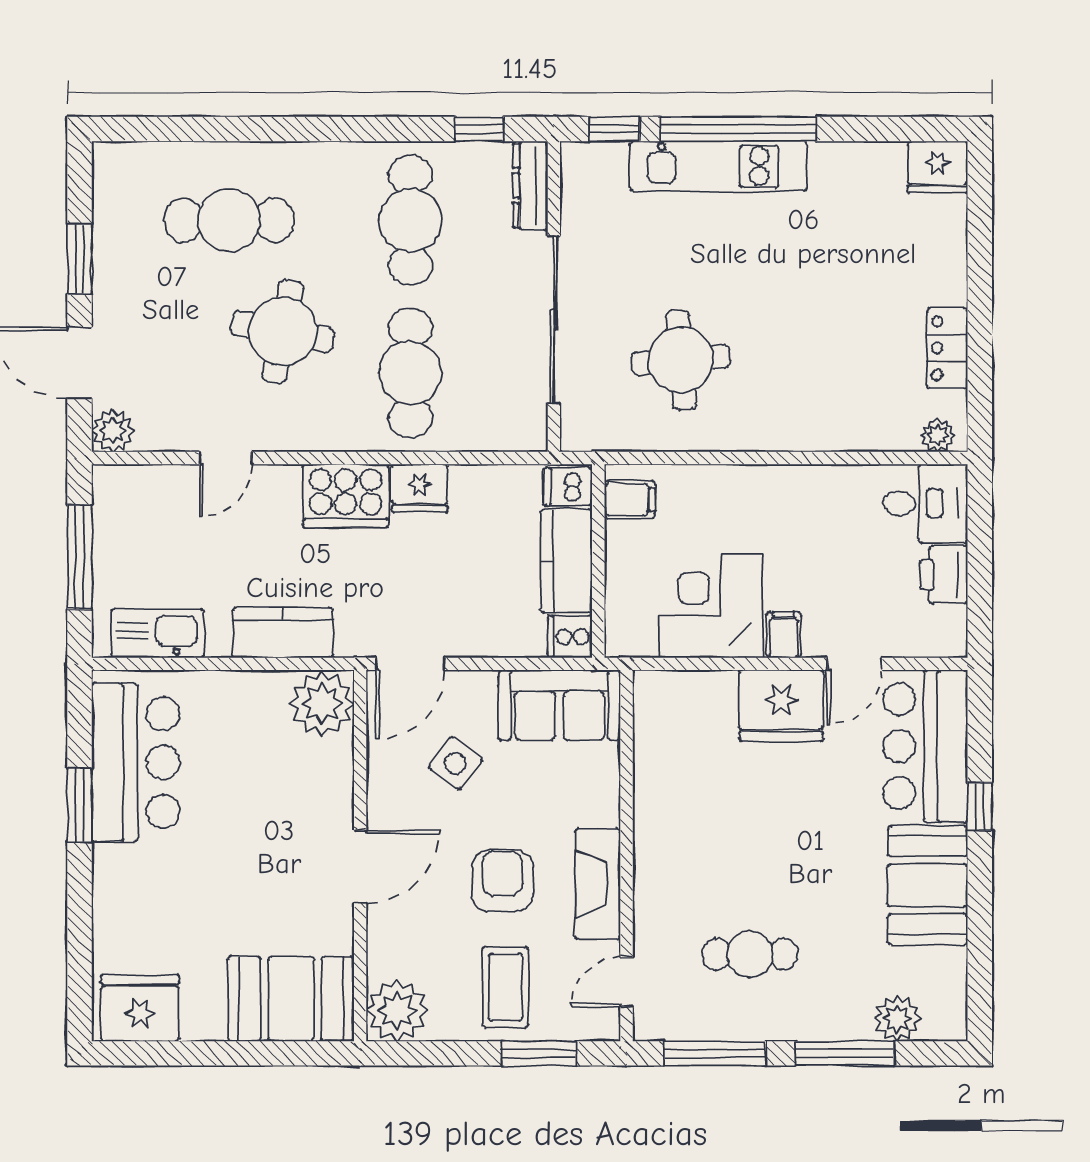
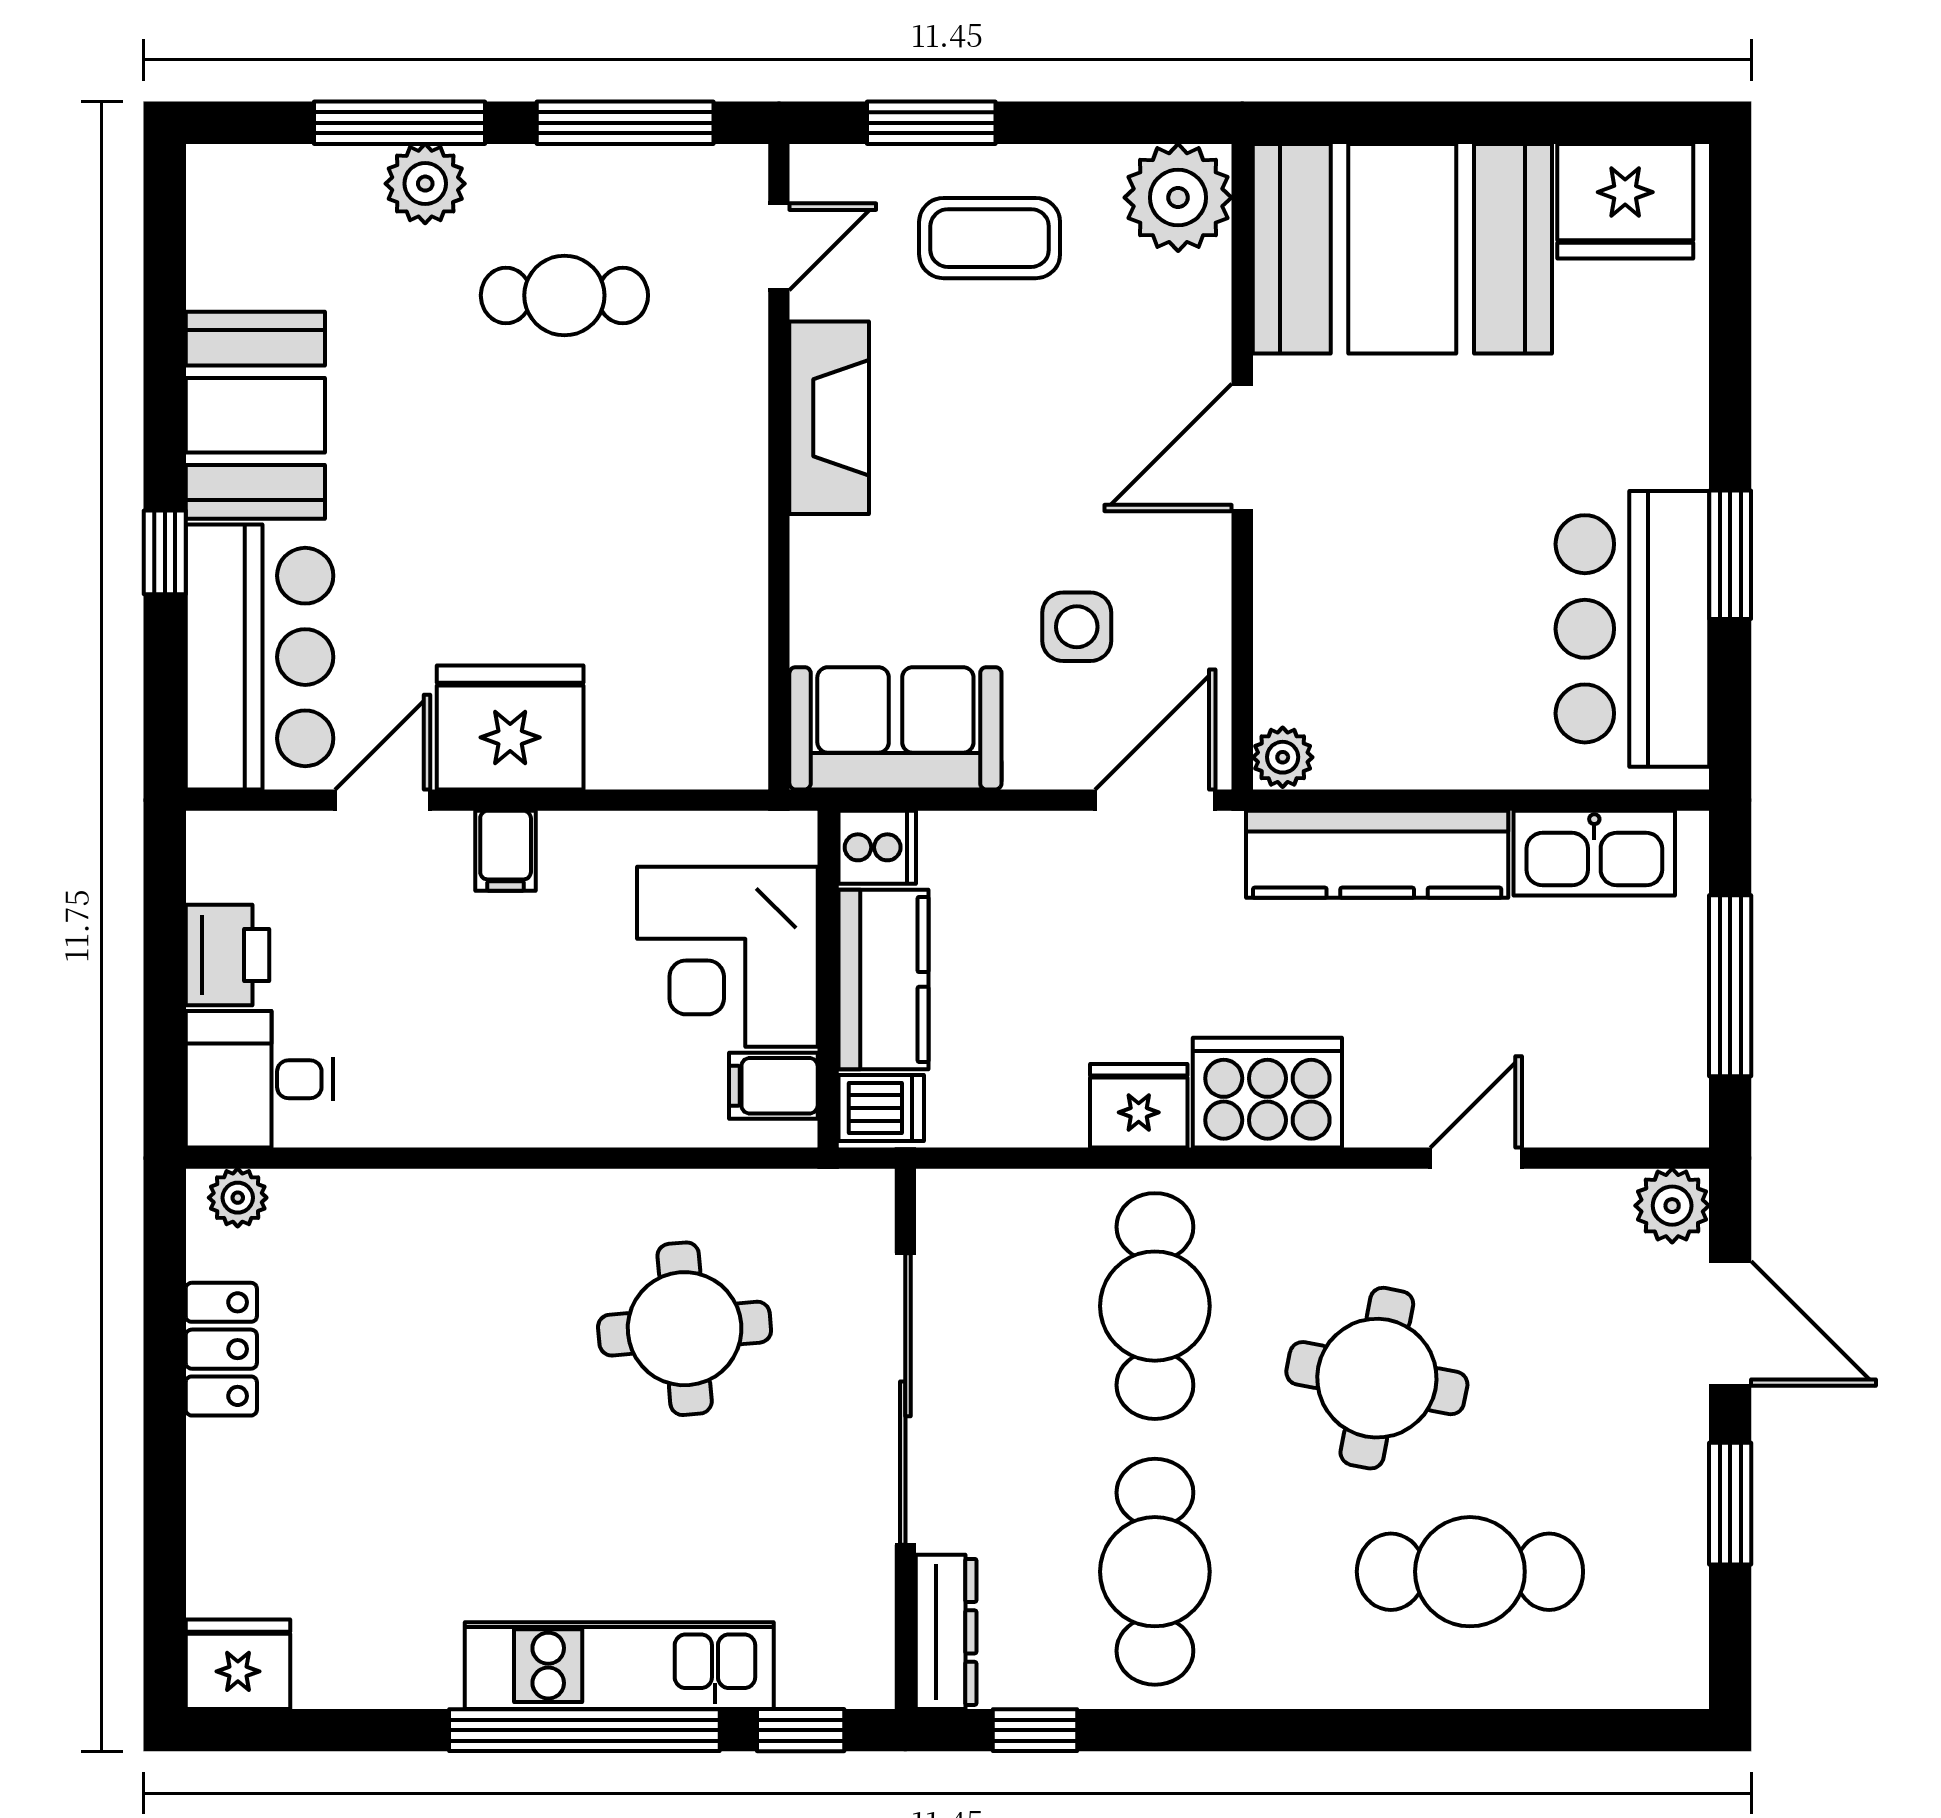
corner desk: (711, 606) -> (727, 957), moved, turned 90
kitchen counter: (283, 633) -> (1377, 854), width x1.50
plant: (322, 704) -> (1283, 757), width x0.53, depth x0.53
side table: (455, 764) -> (1077, 627), turned -37
armchair: (502, 881) -> (995, 423), removed
coffee table: (505, 987) -> (990, 238), turned 90
booth: (291, 999) -> (1402, 249), width x1.36, depth x1.42
plant: (897, 1018) -> (425, 184), moved

